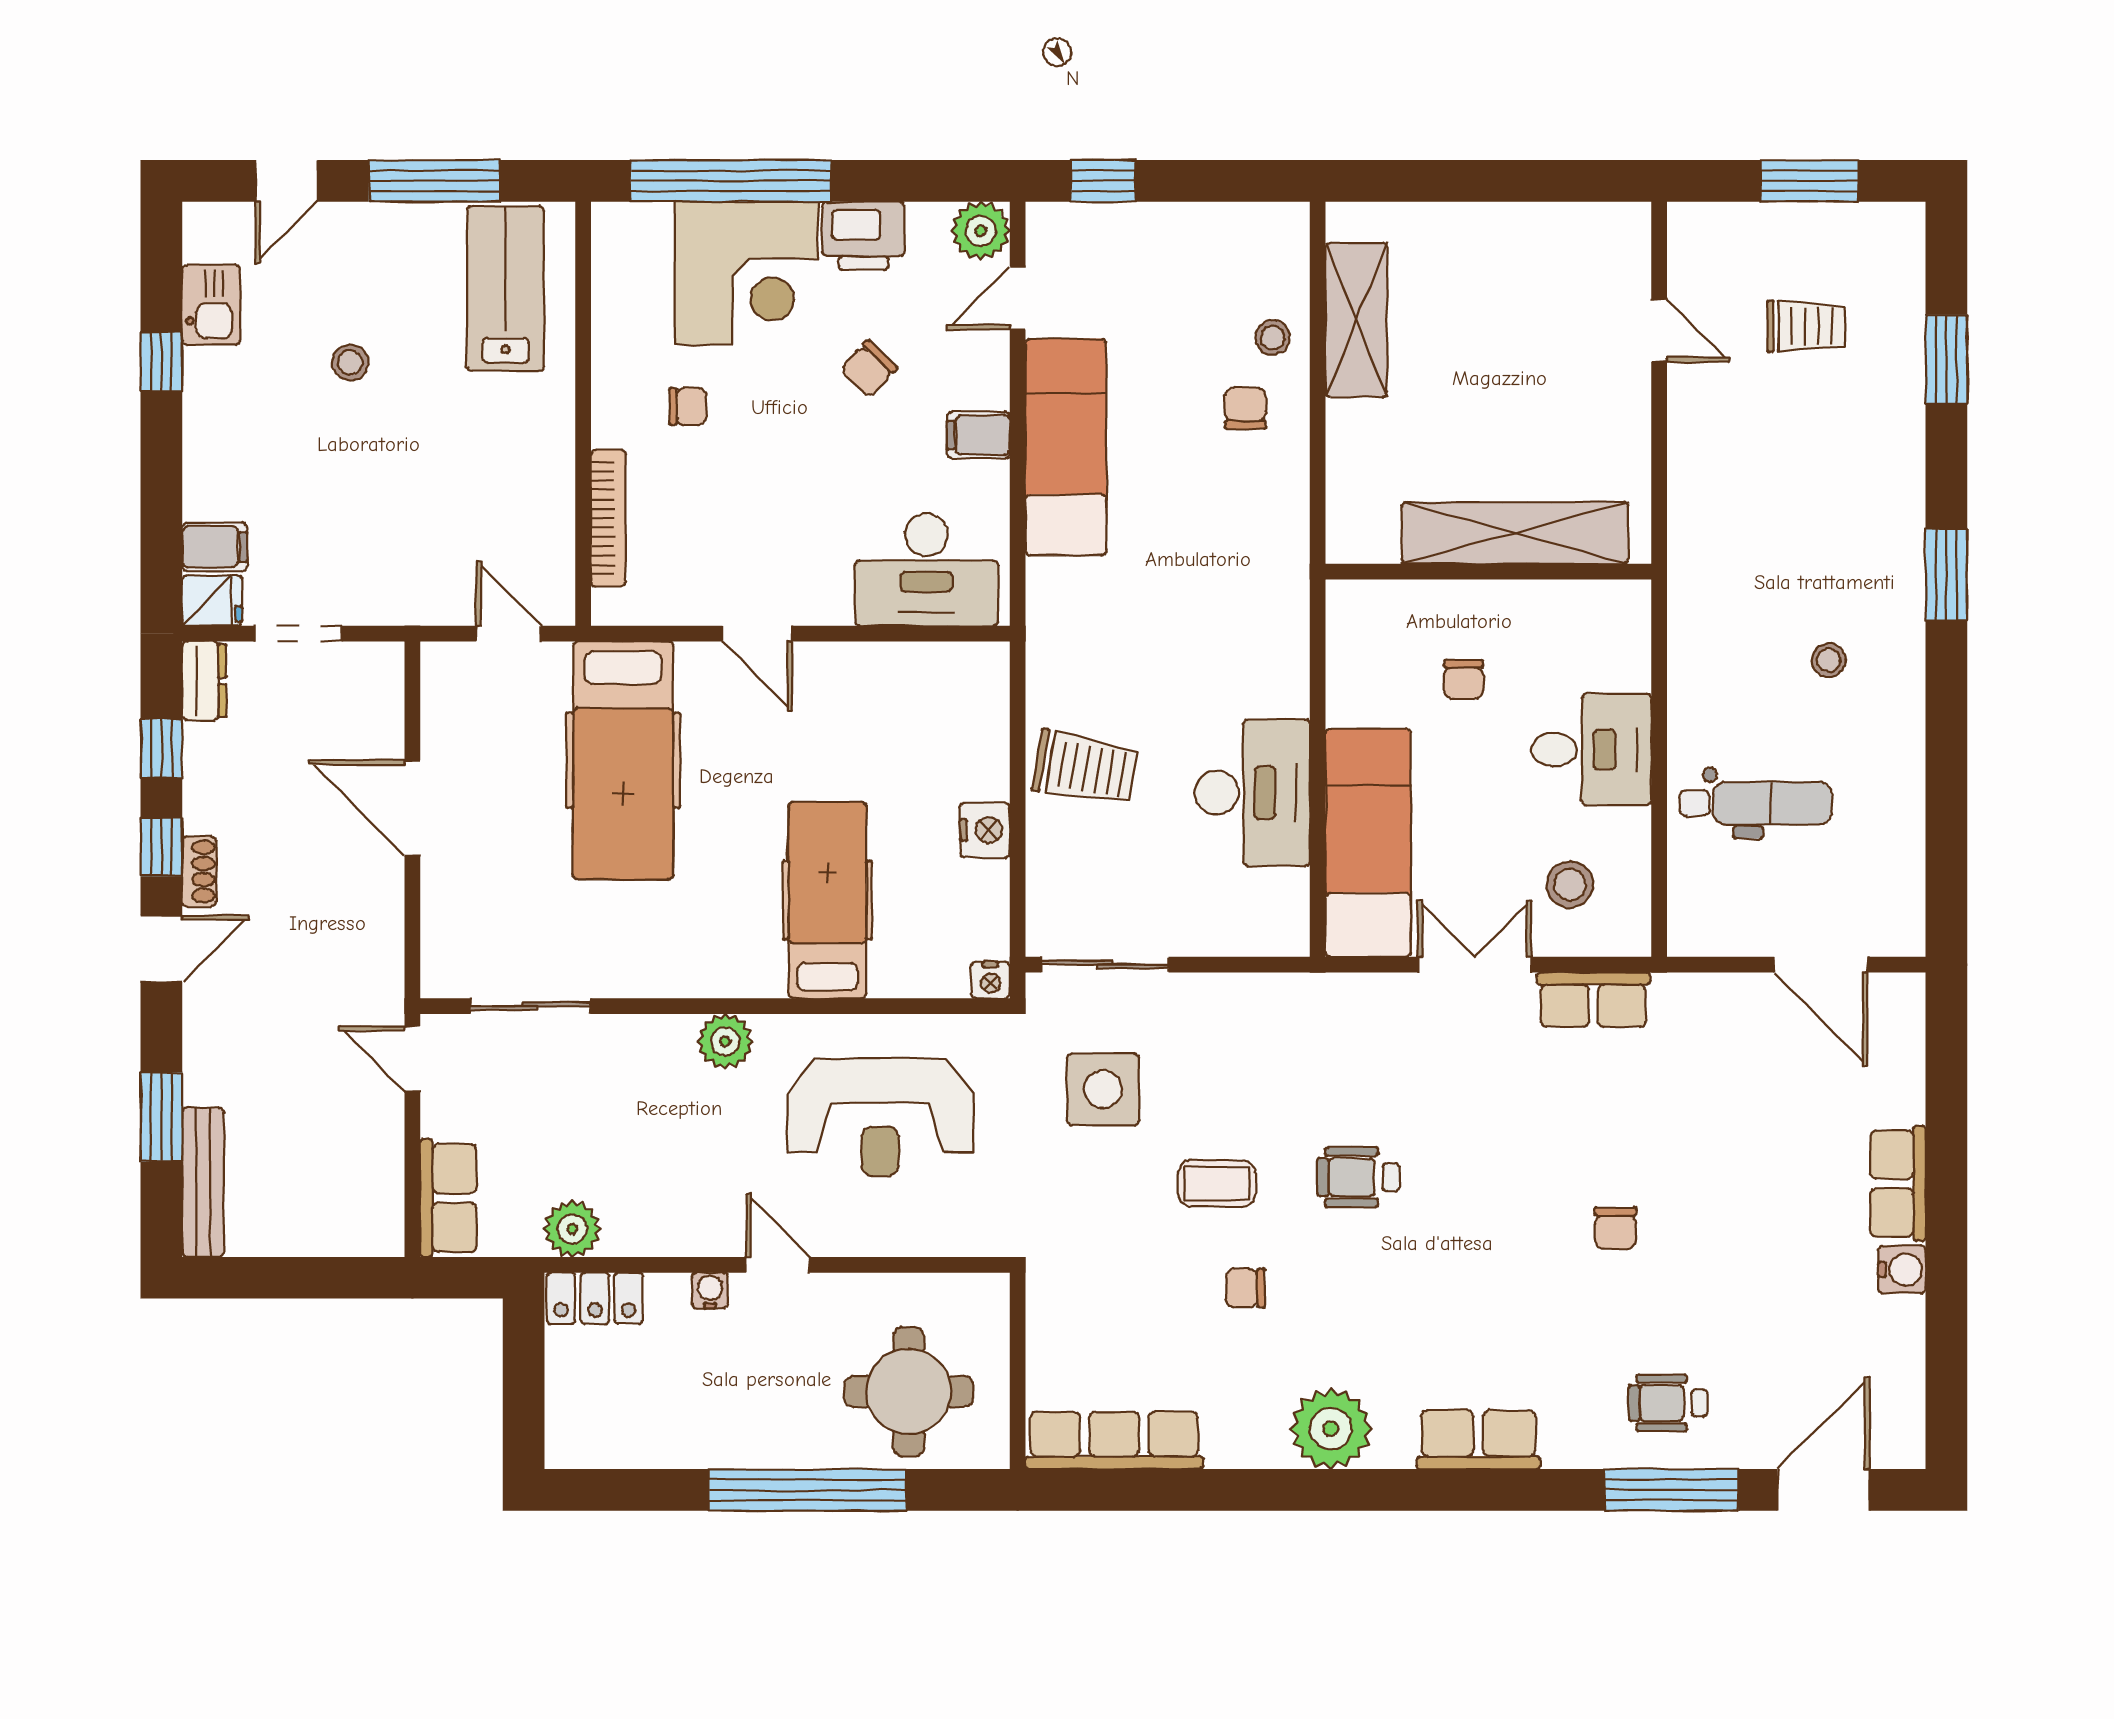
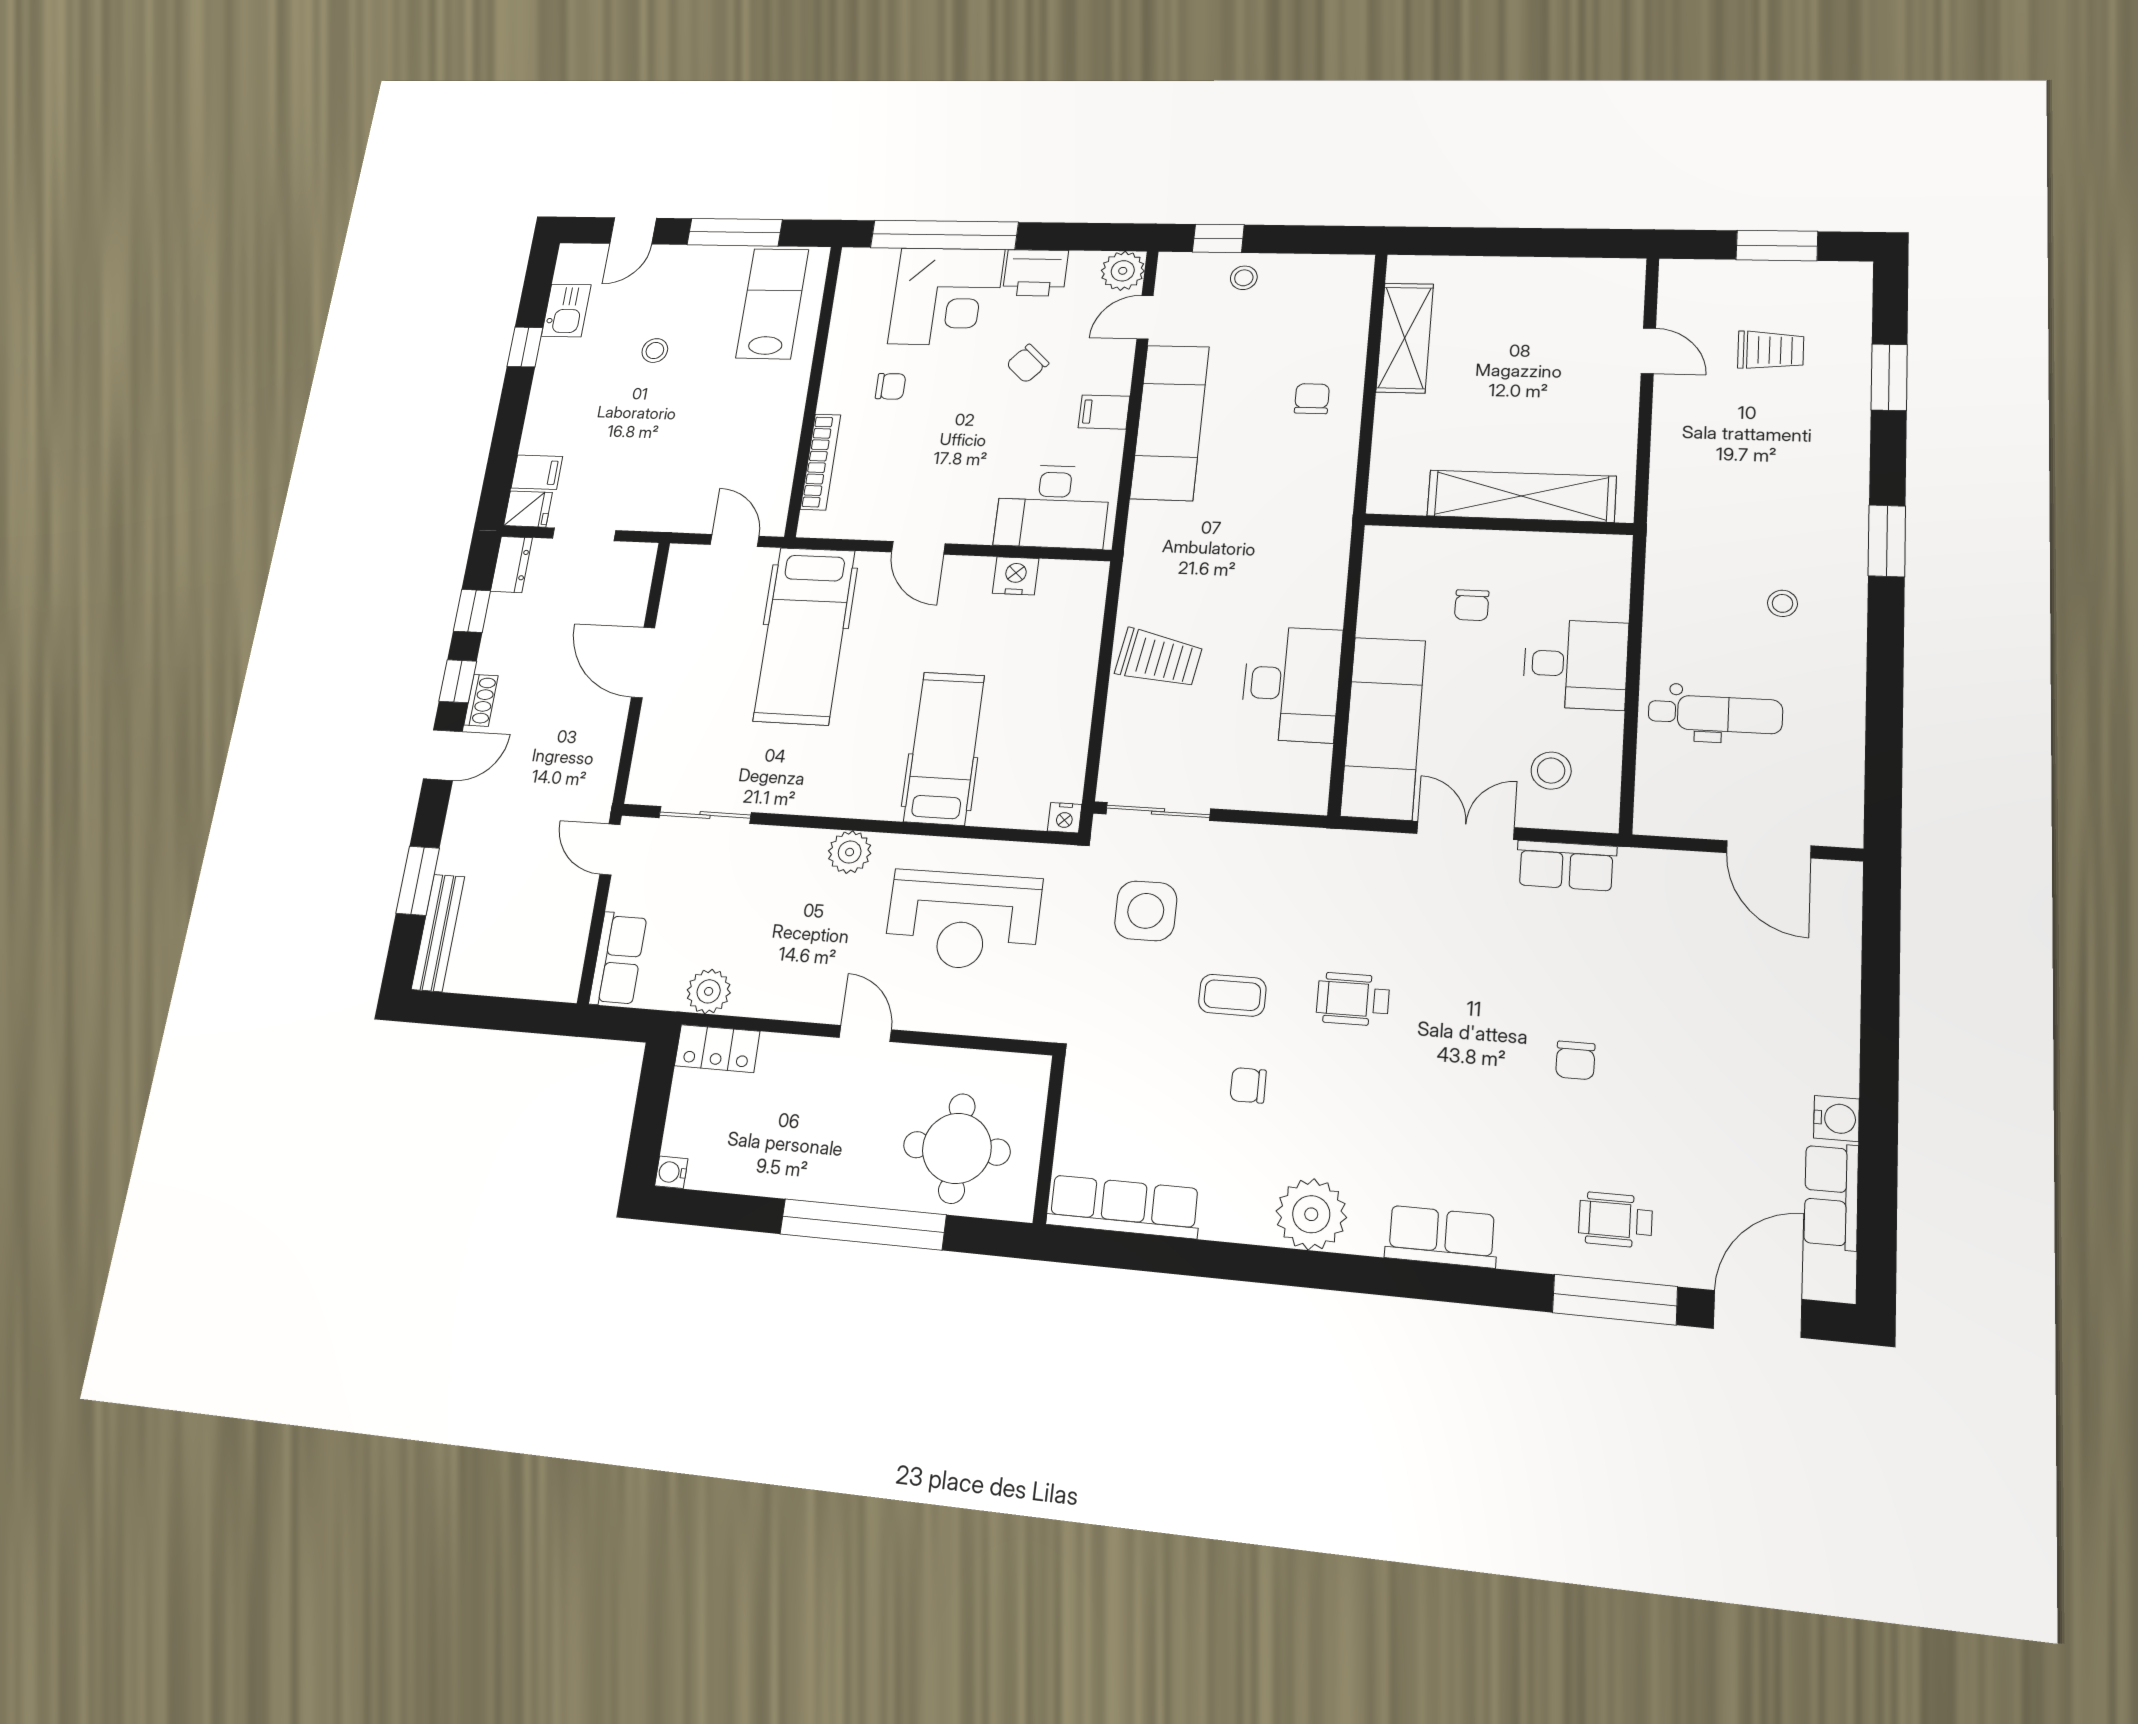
stool: (1273, 338) -> (1244, 278), moved
nightstand: (985, 830) -> (1016, 576), moved, turned -90
row of seats: (1898, 1184) -> (1831, 1196), moved
water cooler: (710, 1291) -> (671, 1172), moved, turned -90

